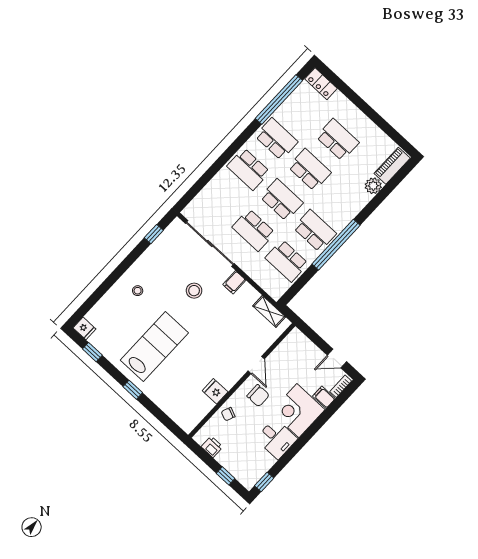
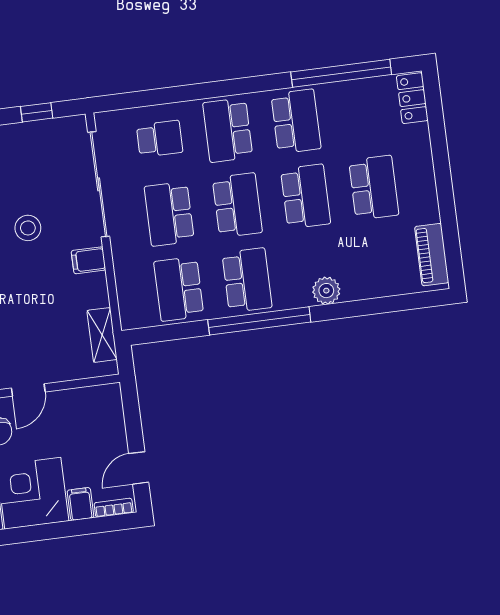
piano: (392, 166) -> (432, 255), moved, turned -90
plant: (373, 186) -> (326, 291), moved
school desk: (220, 199) -> (160, 139), added
door: (337, 358) -> (139, 468), hinge flipped

